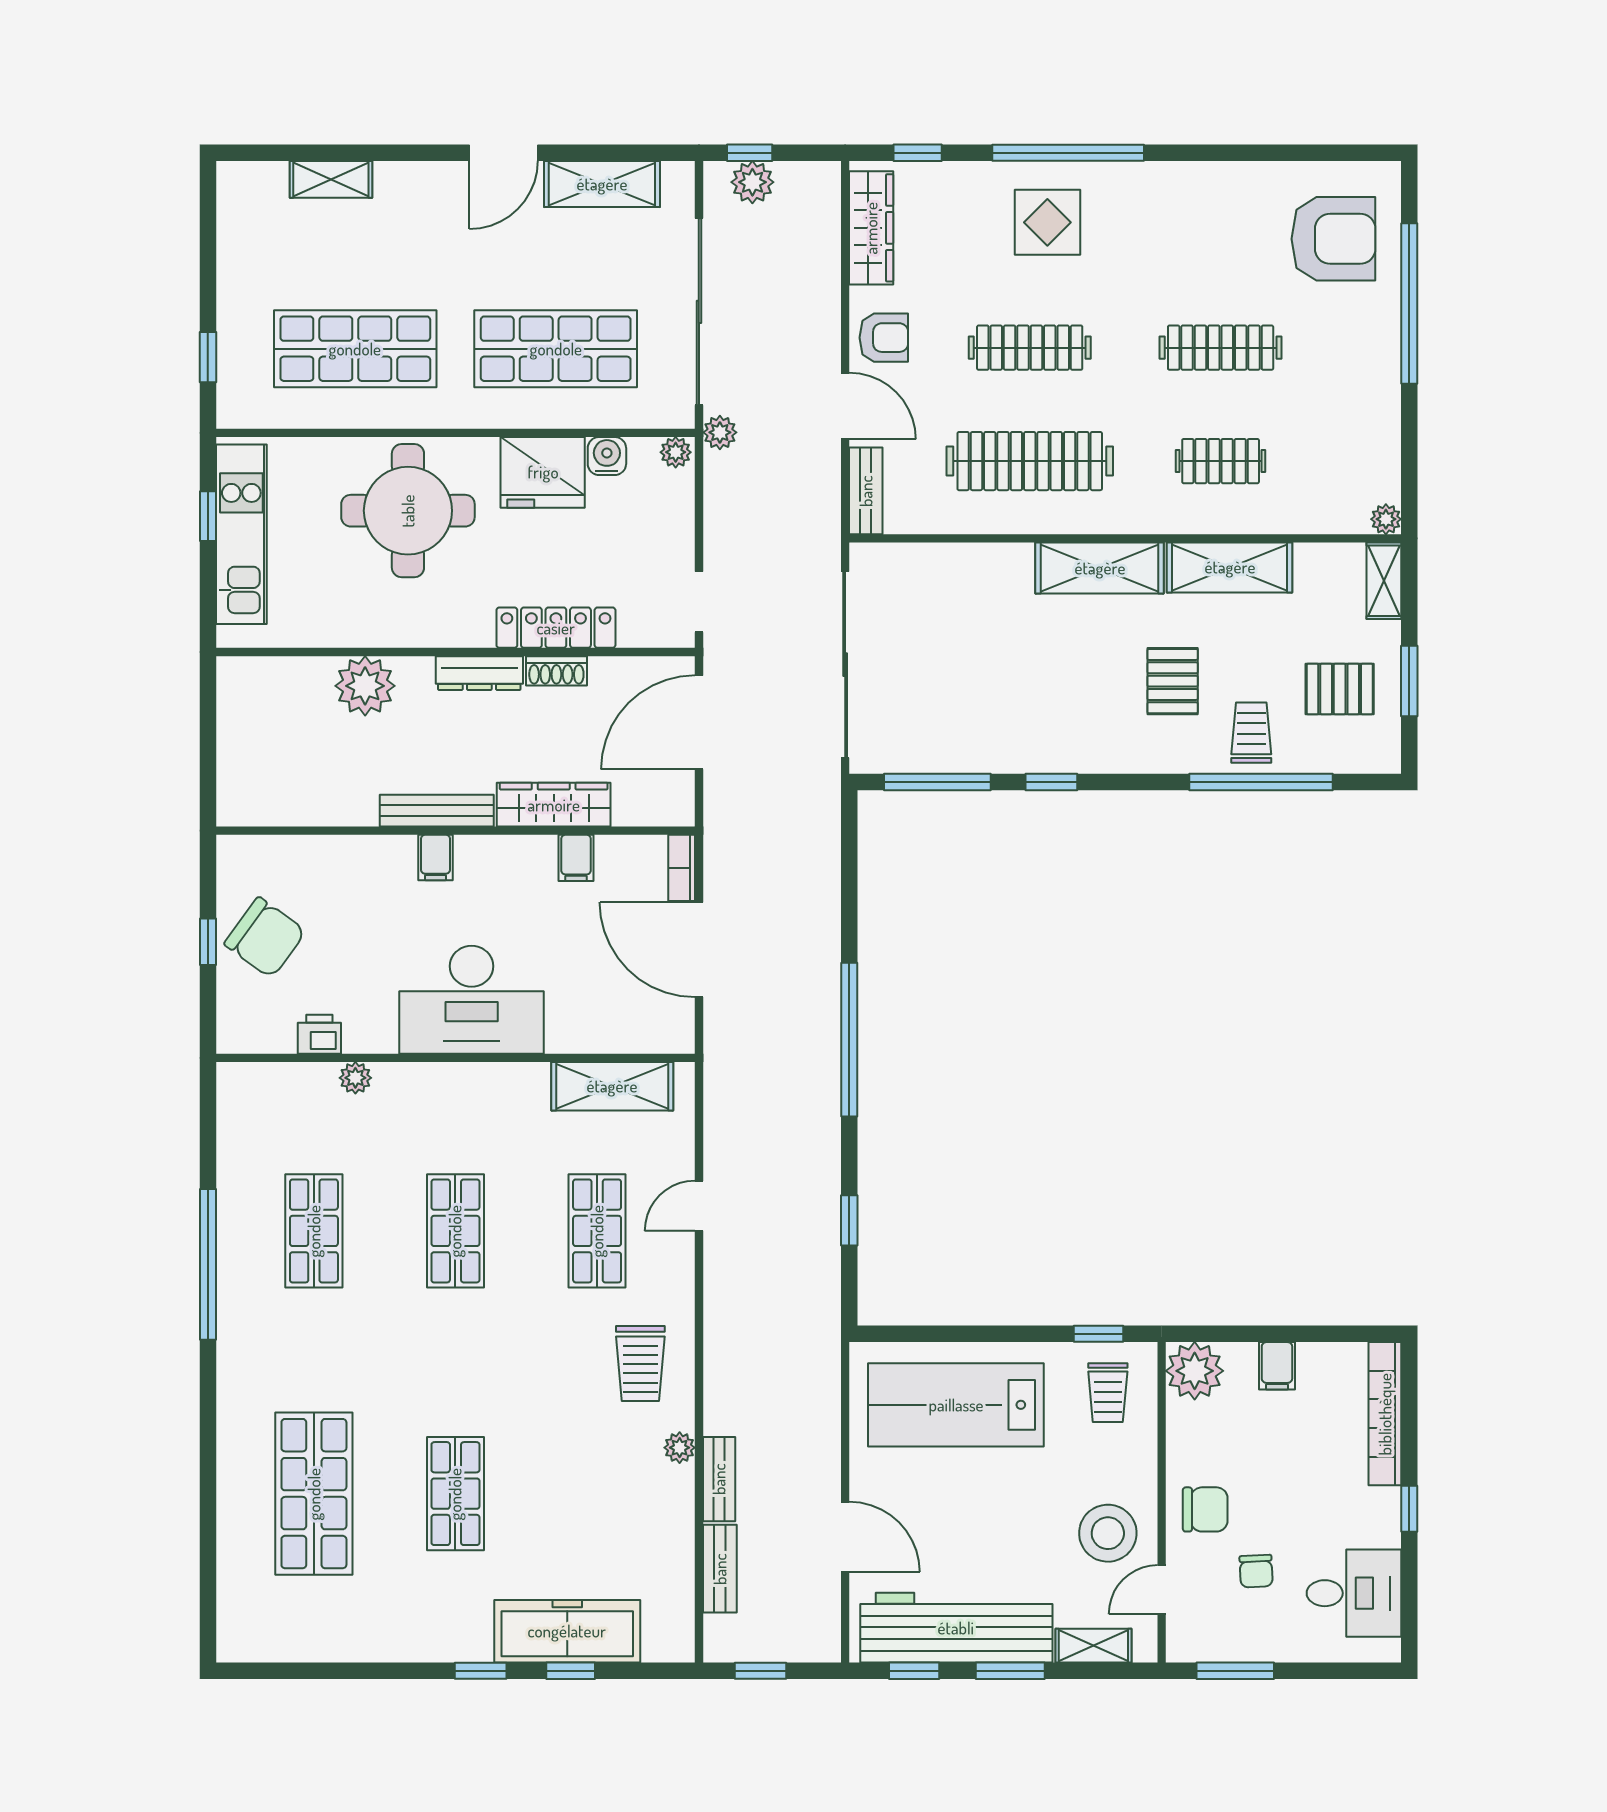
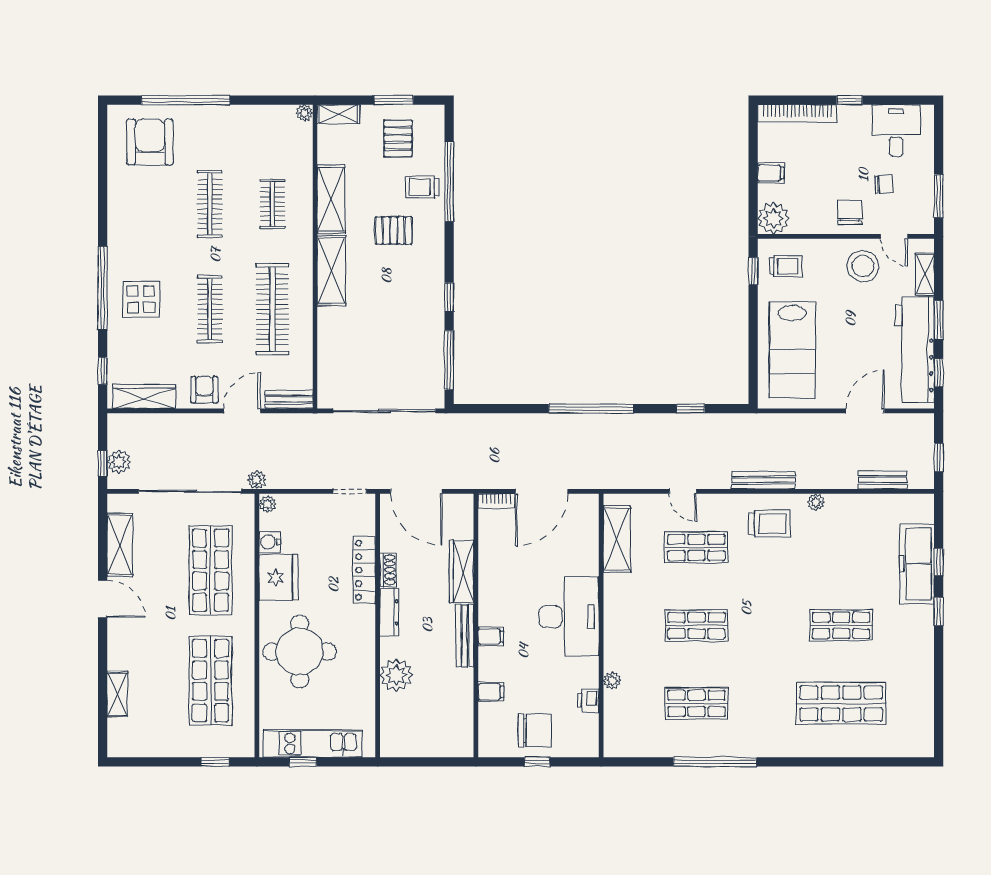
filing cabinet: (576, 858) -> (491, 692), moved
chair: (265, 938) -> (535, 730), turned 54
bench: (719, 1479) -> (763, 480), moved, width x1.36

